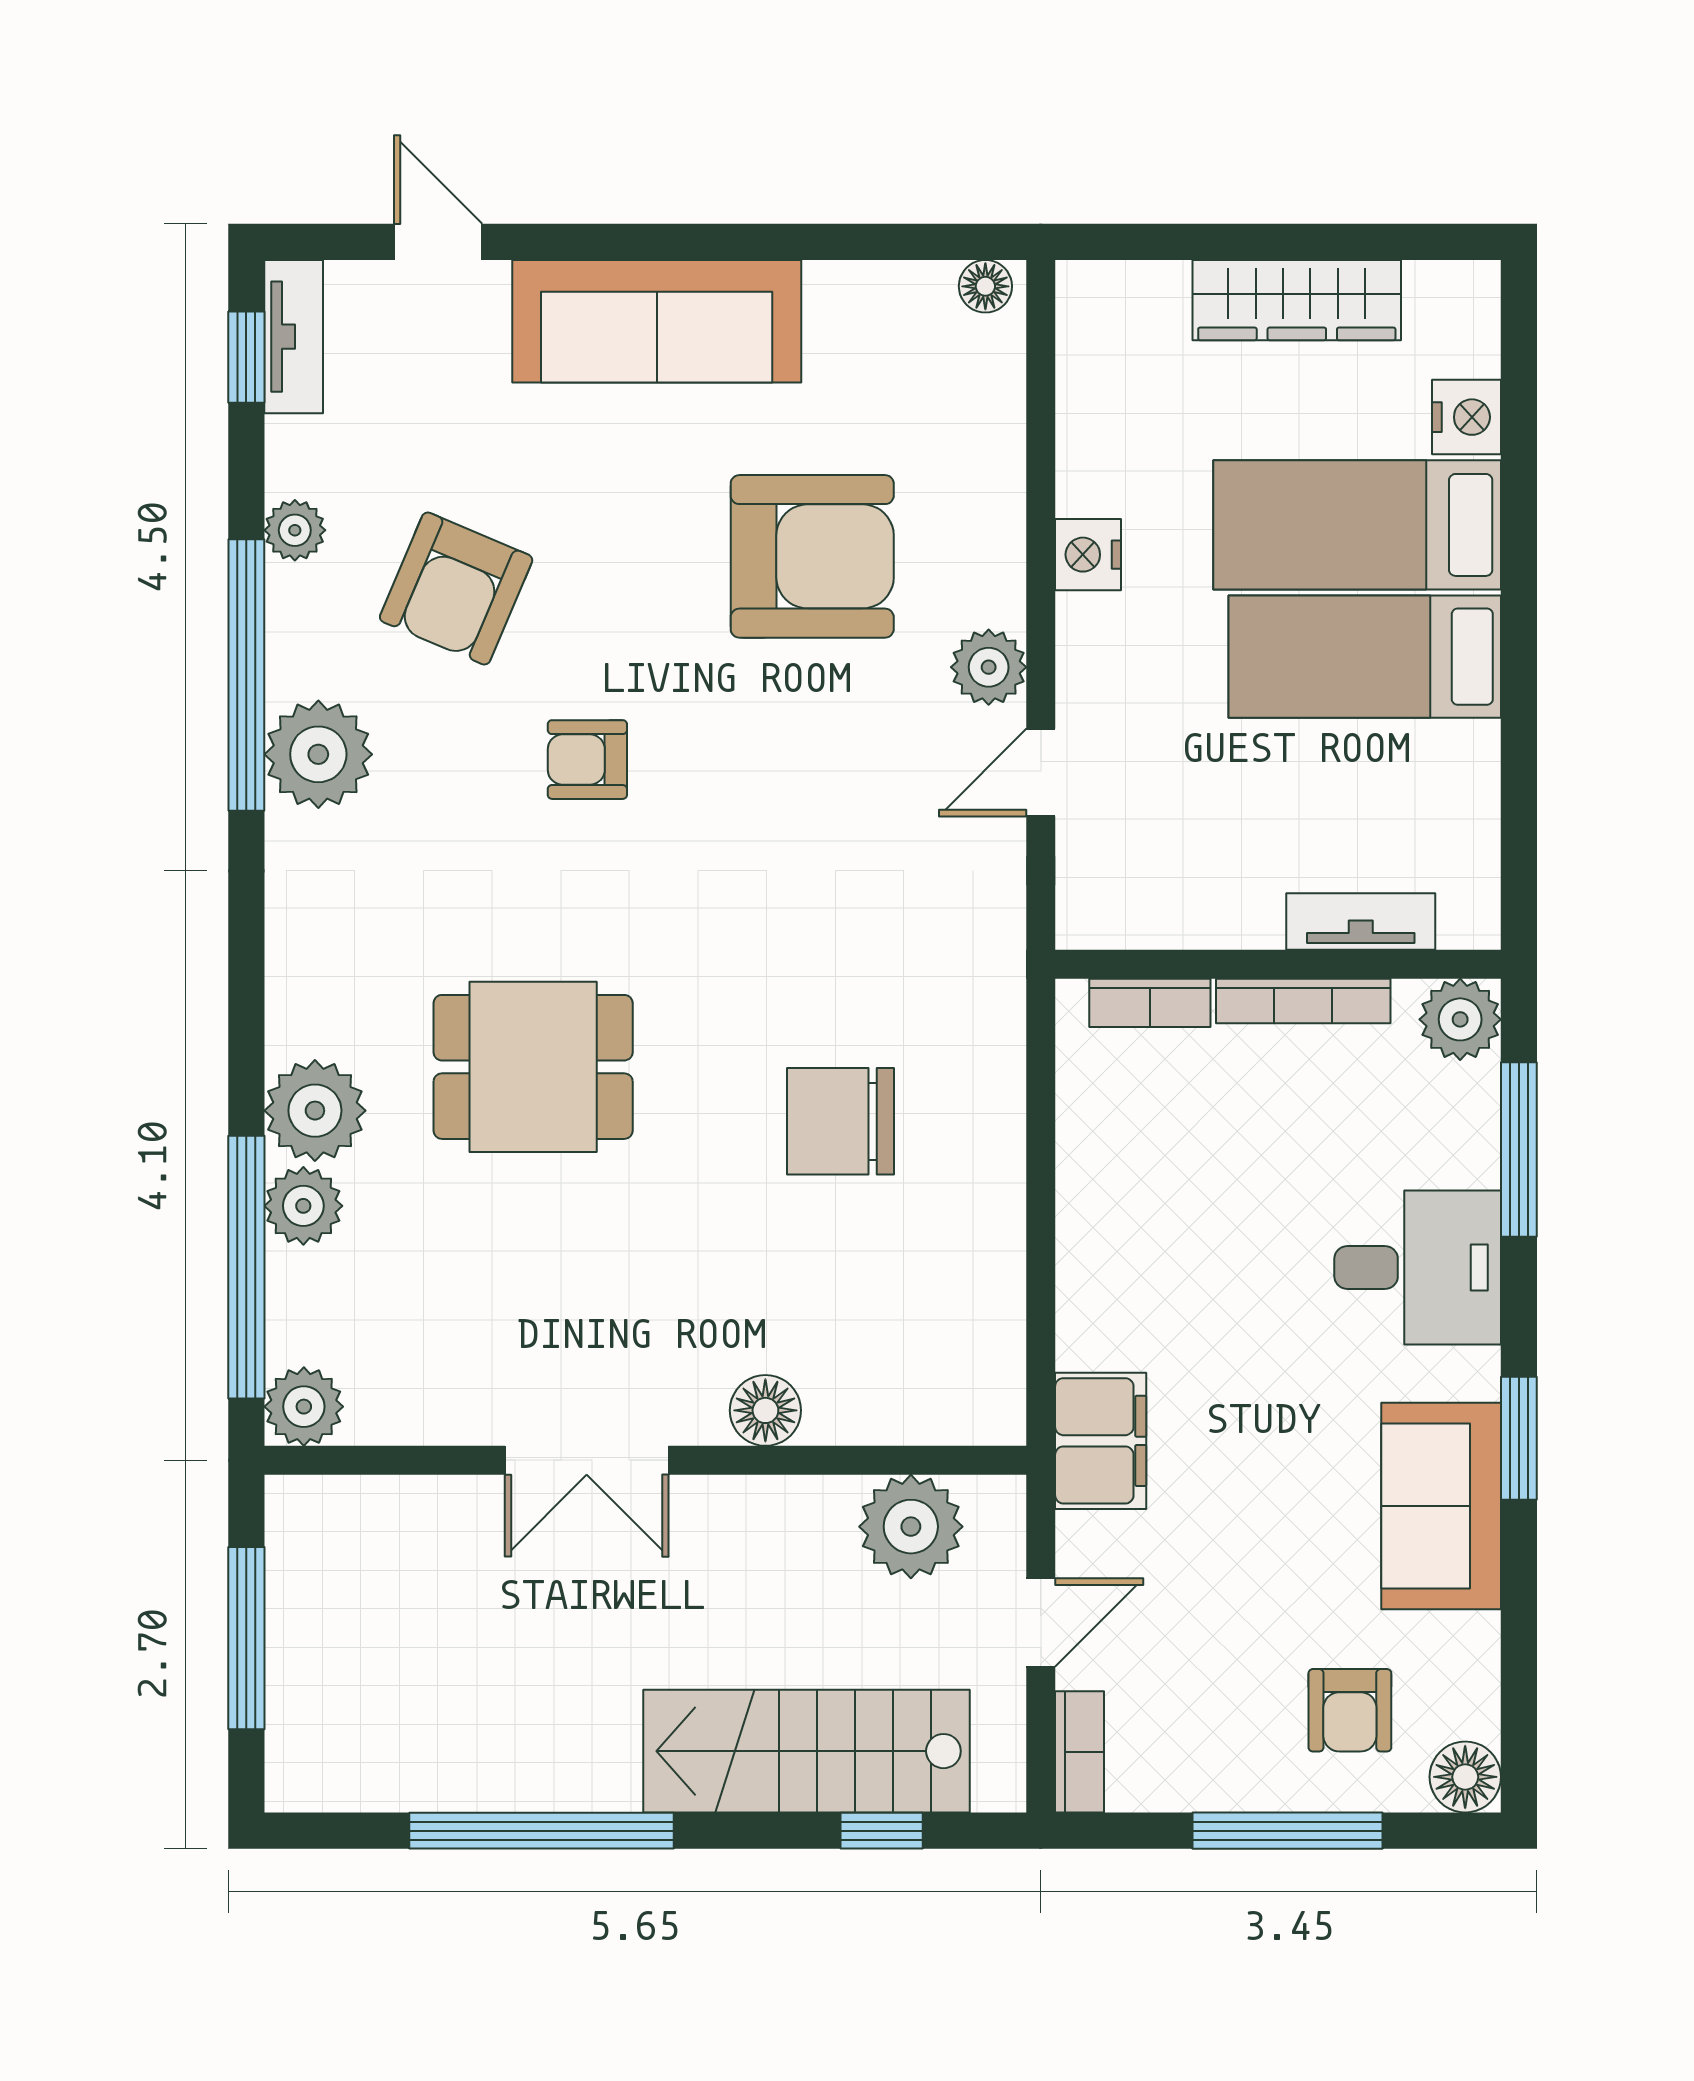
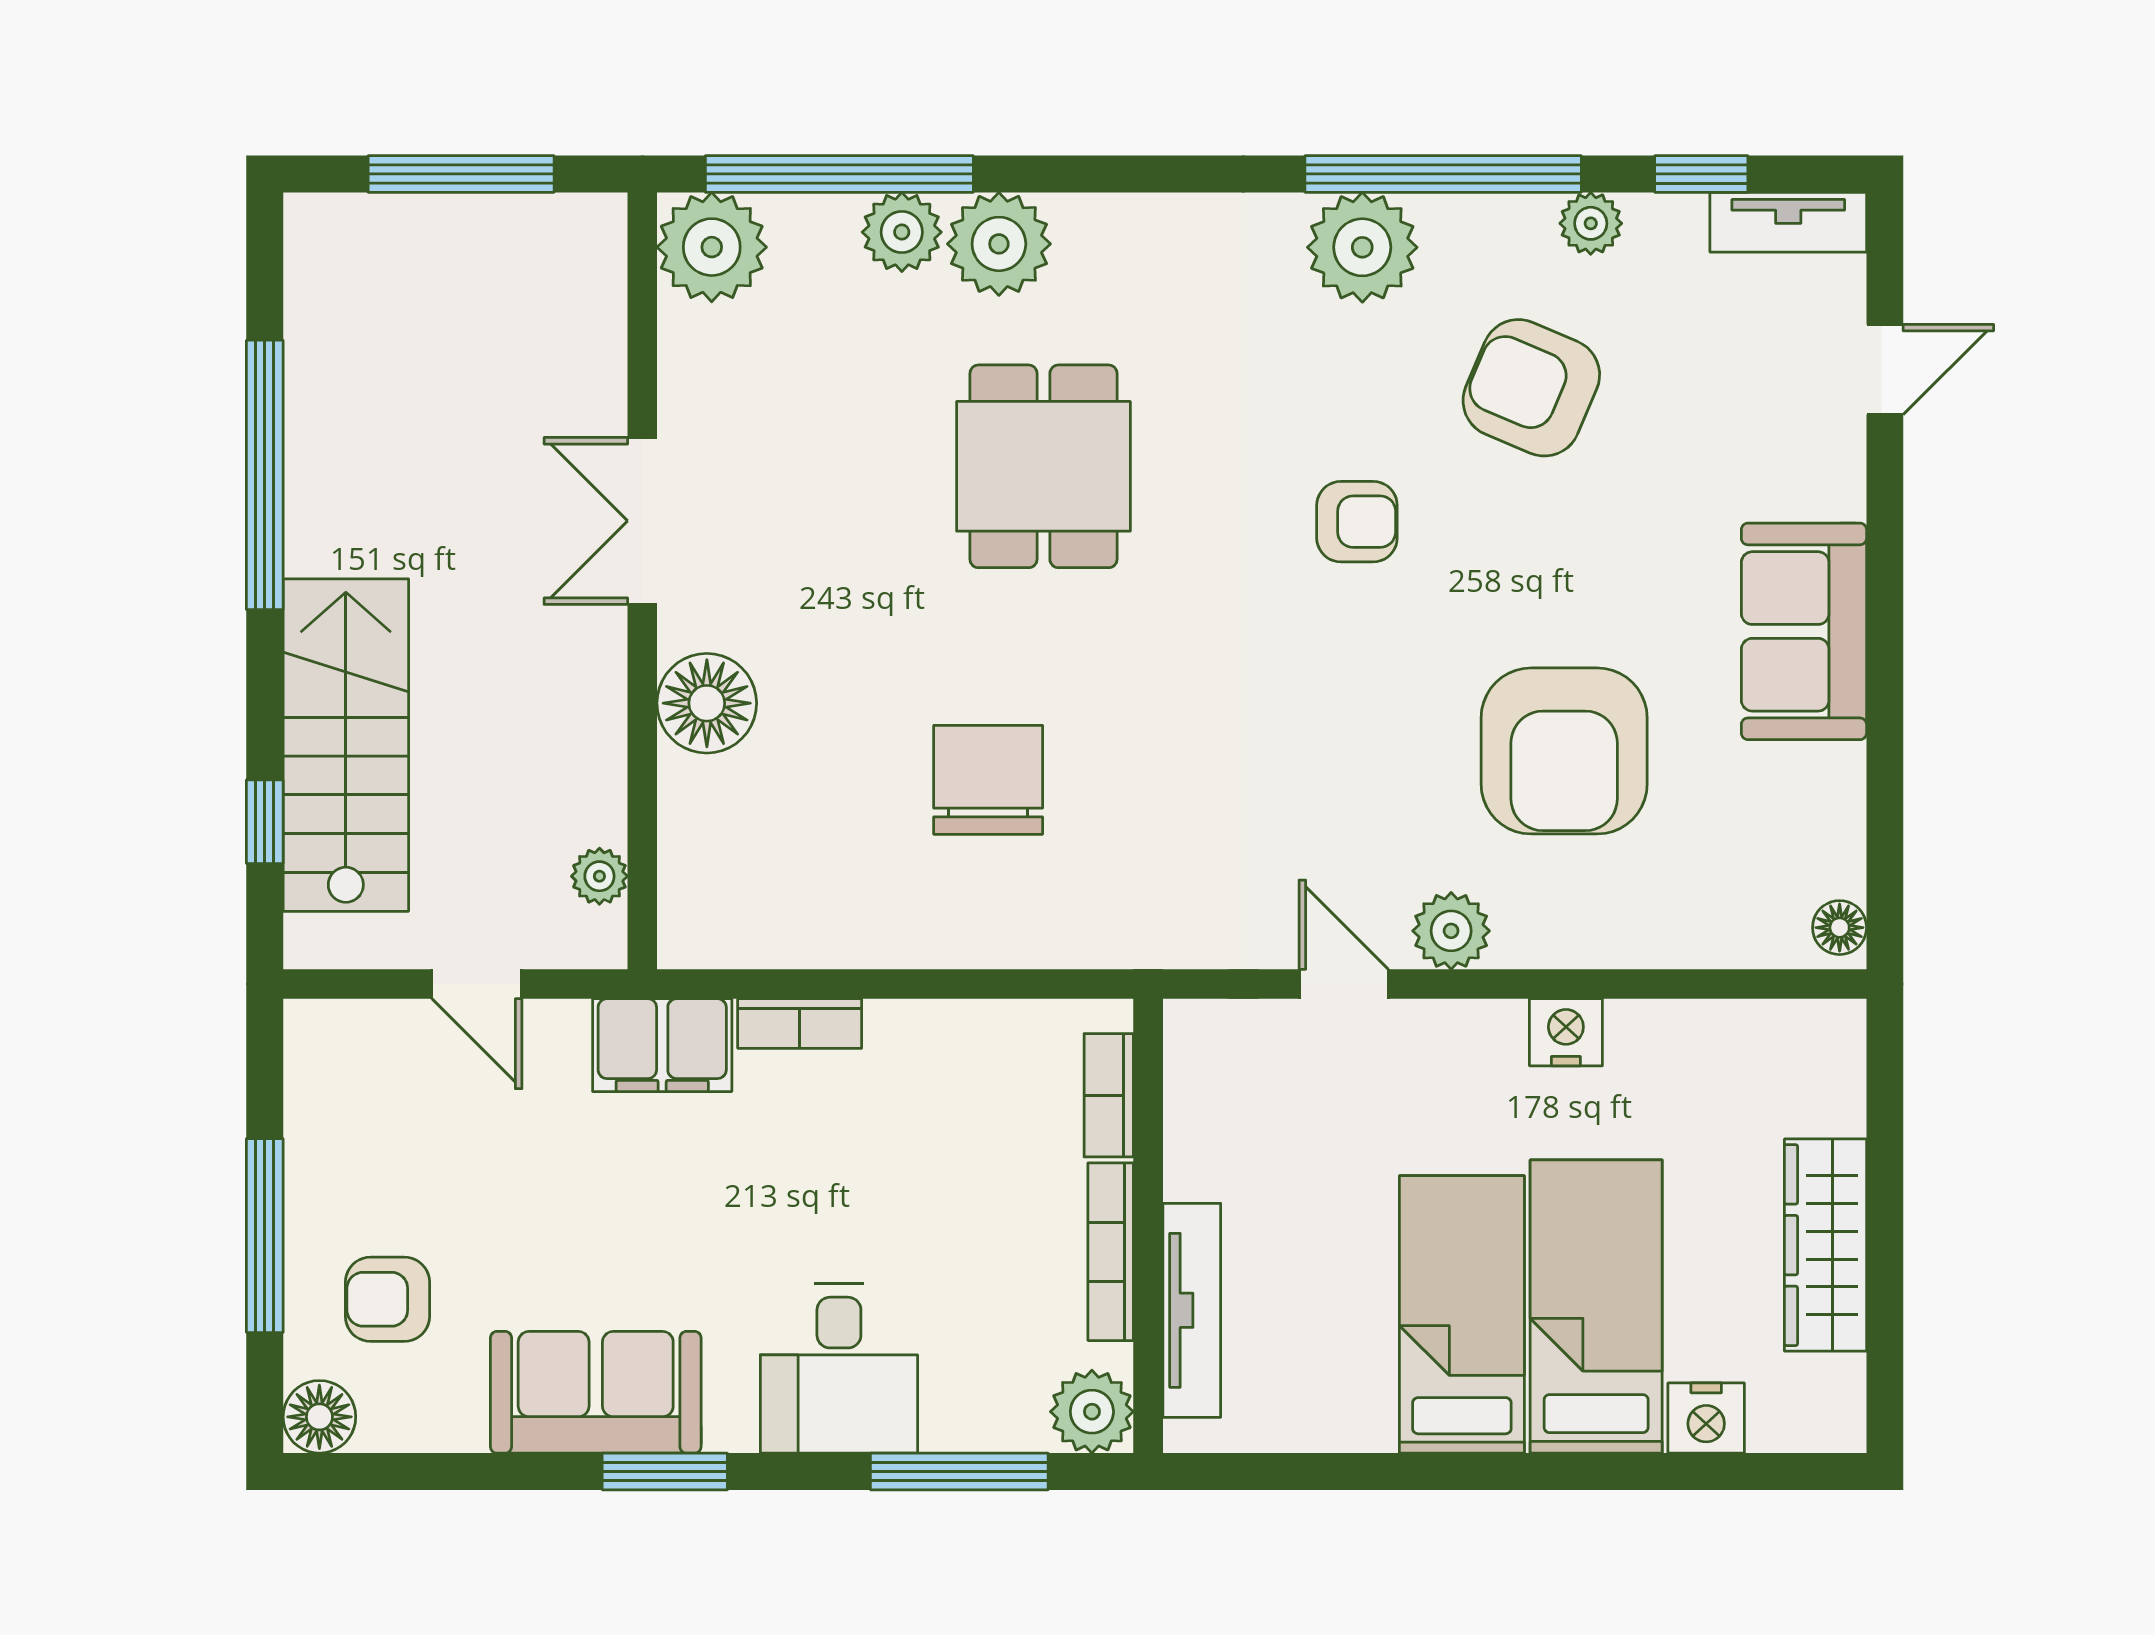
sofa: (657, 321) -> (1804, 631), width x0.73
window: (246, 357) -> (1701, 174), moved
armchair: (587, 760) -> (1357, 522), turned 90
tv unit: (1361, 922) -> (1192, 1310), width x1.41
plant: (304, 1407) -> (712, 247), width x1.36, depth x1.36
floor lamp: (765, 1410) -> (707, 703), width x1.38, depth x1.38
plant: (911, 1527) -> (599, 876), width x0.53, depth x0.53
bookcase: (1079, 1752) -> (800, 1023), moved

